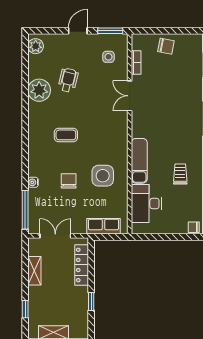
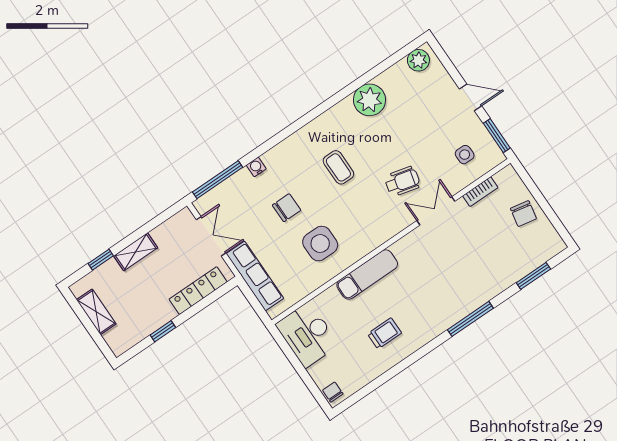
wheelchair: (68, 80) -> (402, 181), moved
desk: (146, 203) -> (307, 335), moved, turned -90
row of seats: (104, 226) -> (255, 276), width x1.48
shelving: (34, 271) -> (136, 252), moved

